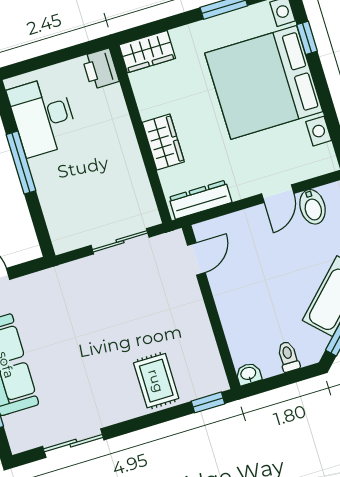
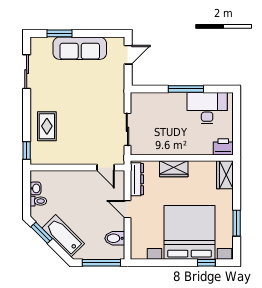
door: (278, 194) -> (127, 209), moved
washbasin: (248, 374) -> (35, 188), moved
rug: (156, 381) -> (47, 126), turned 90

